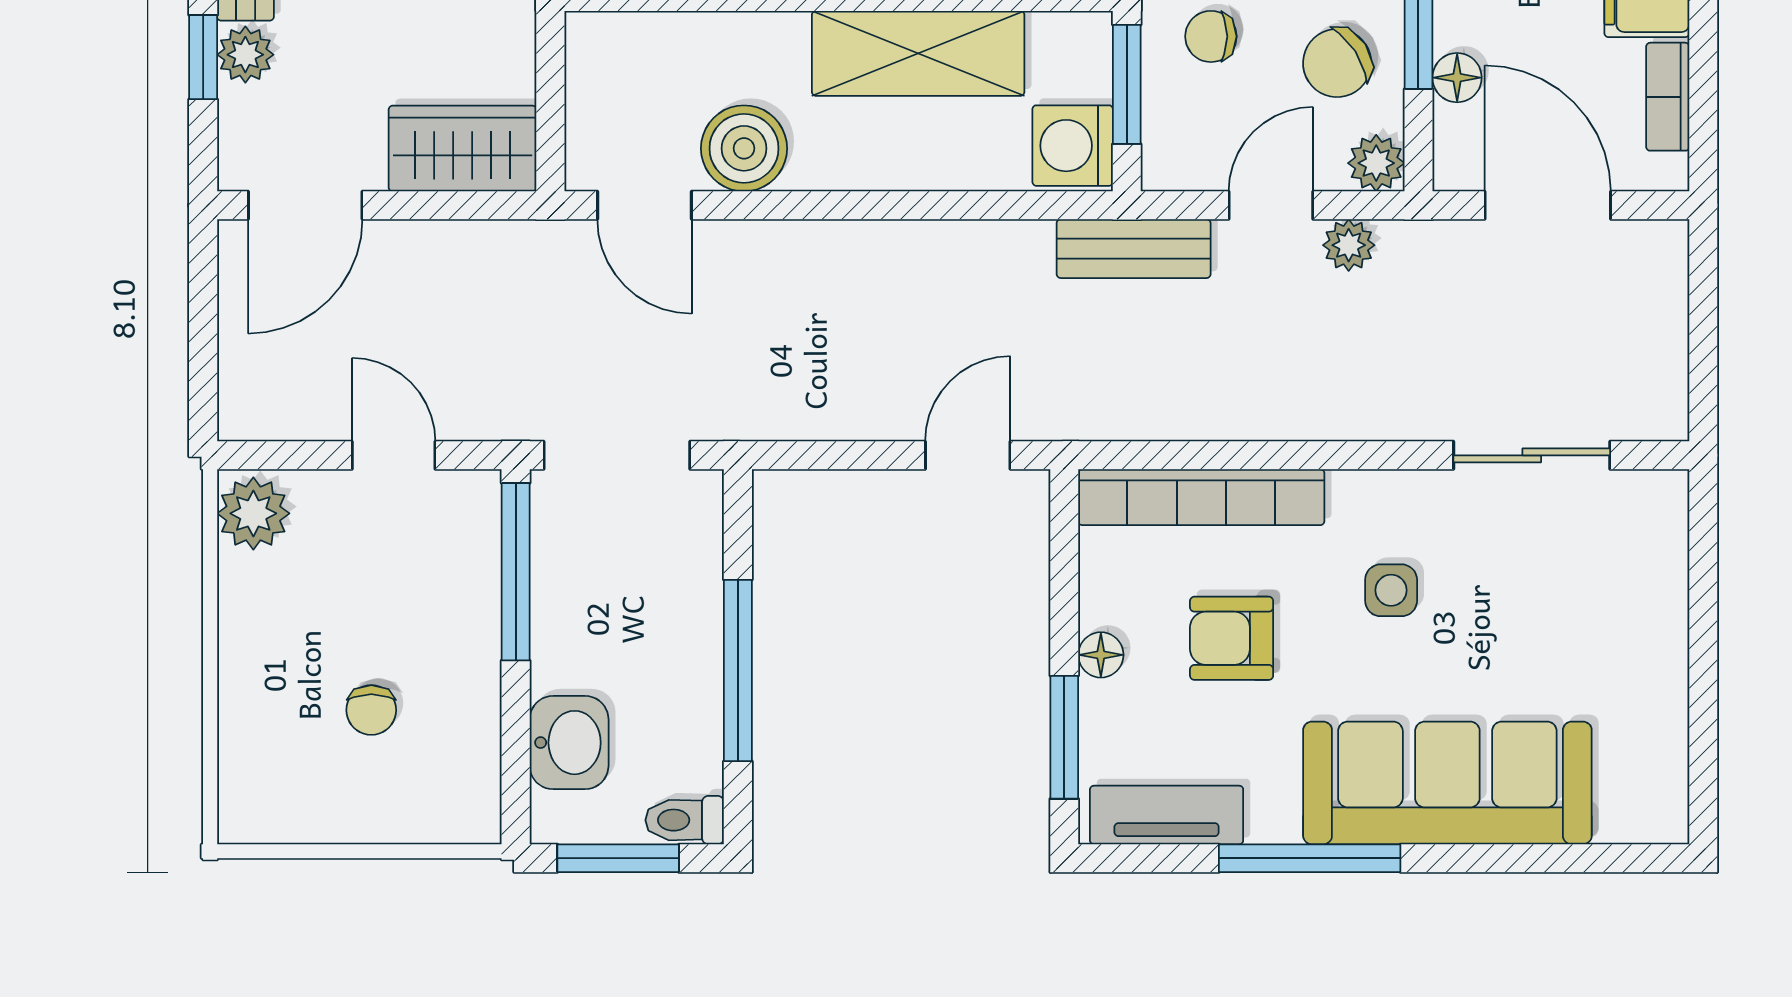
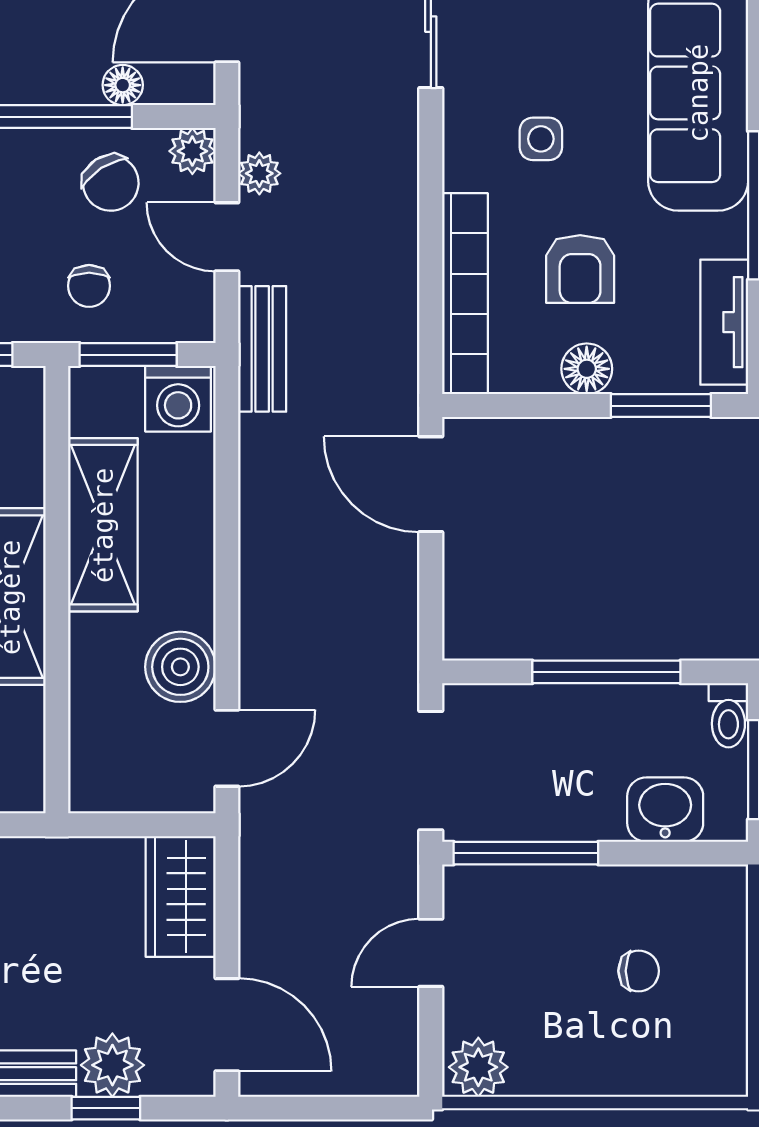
plant: (245, 55) -> (112, 1065), width x1.38, depth x1.38
door: (968, 455) -> (431, 484), width x1.38
floor lamp: (1101, 655) -> (587, 369), width x1.37, depth x1.37

